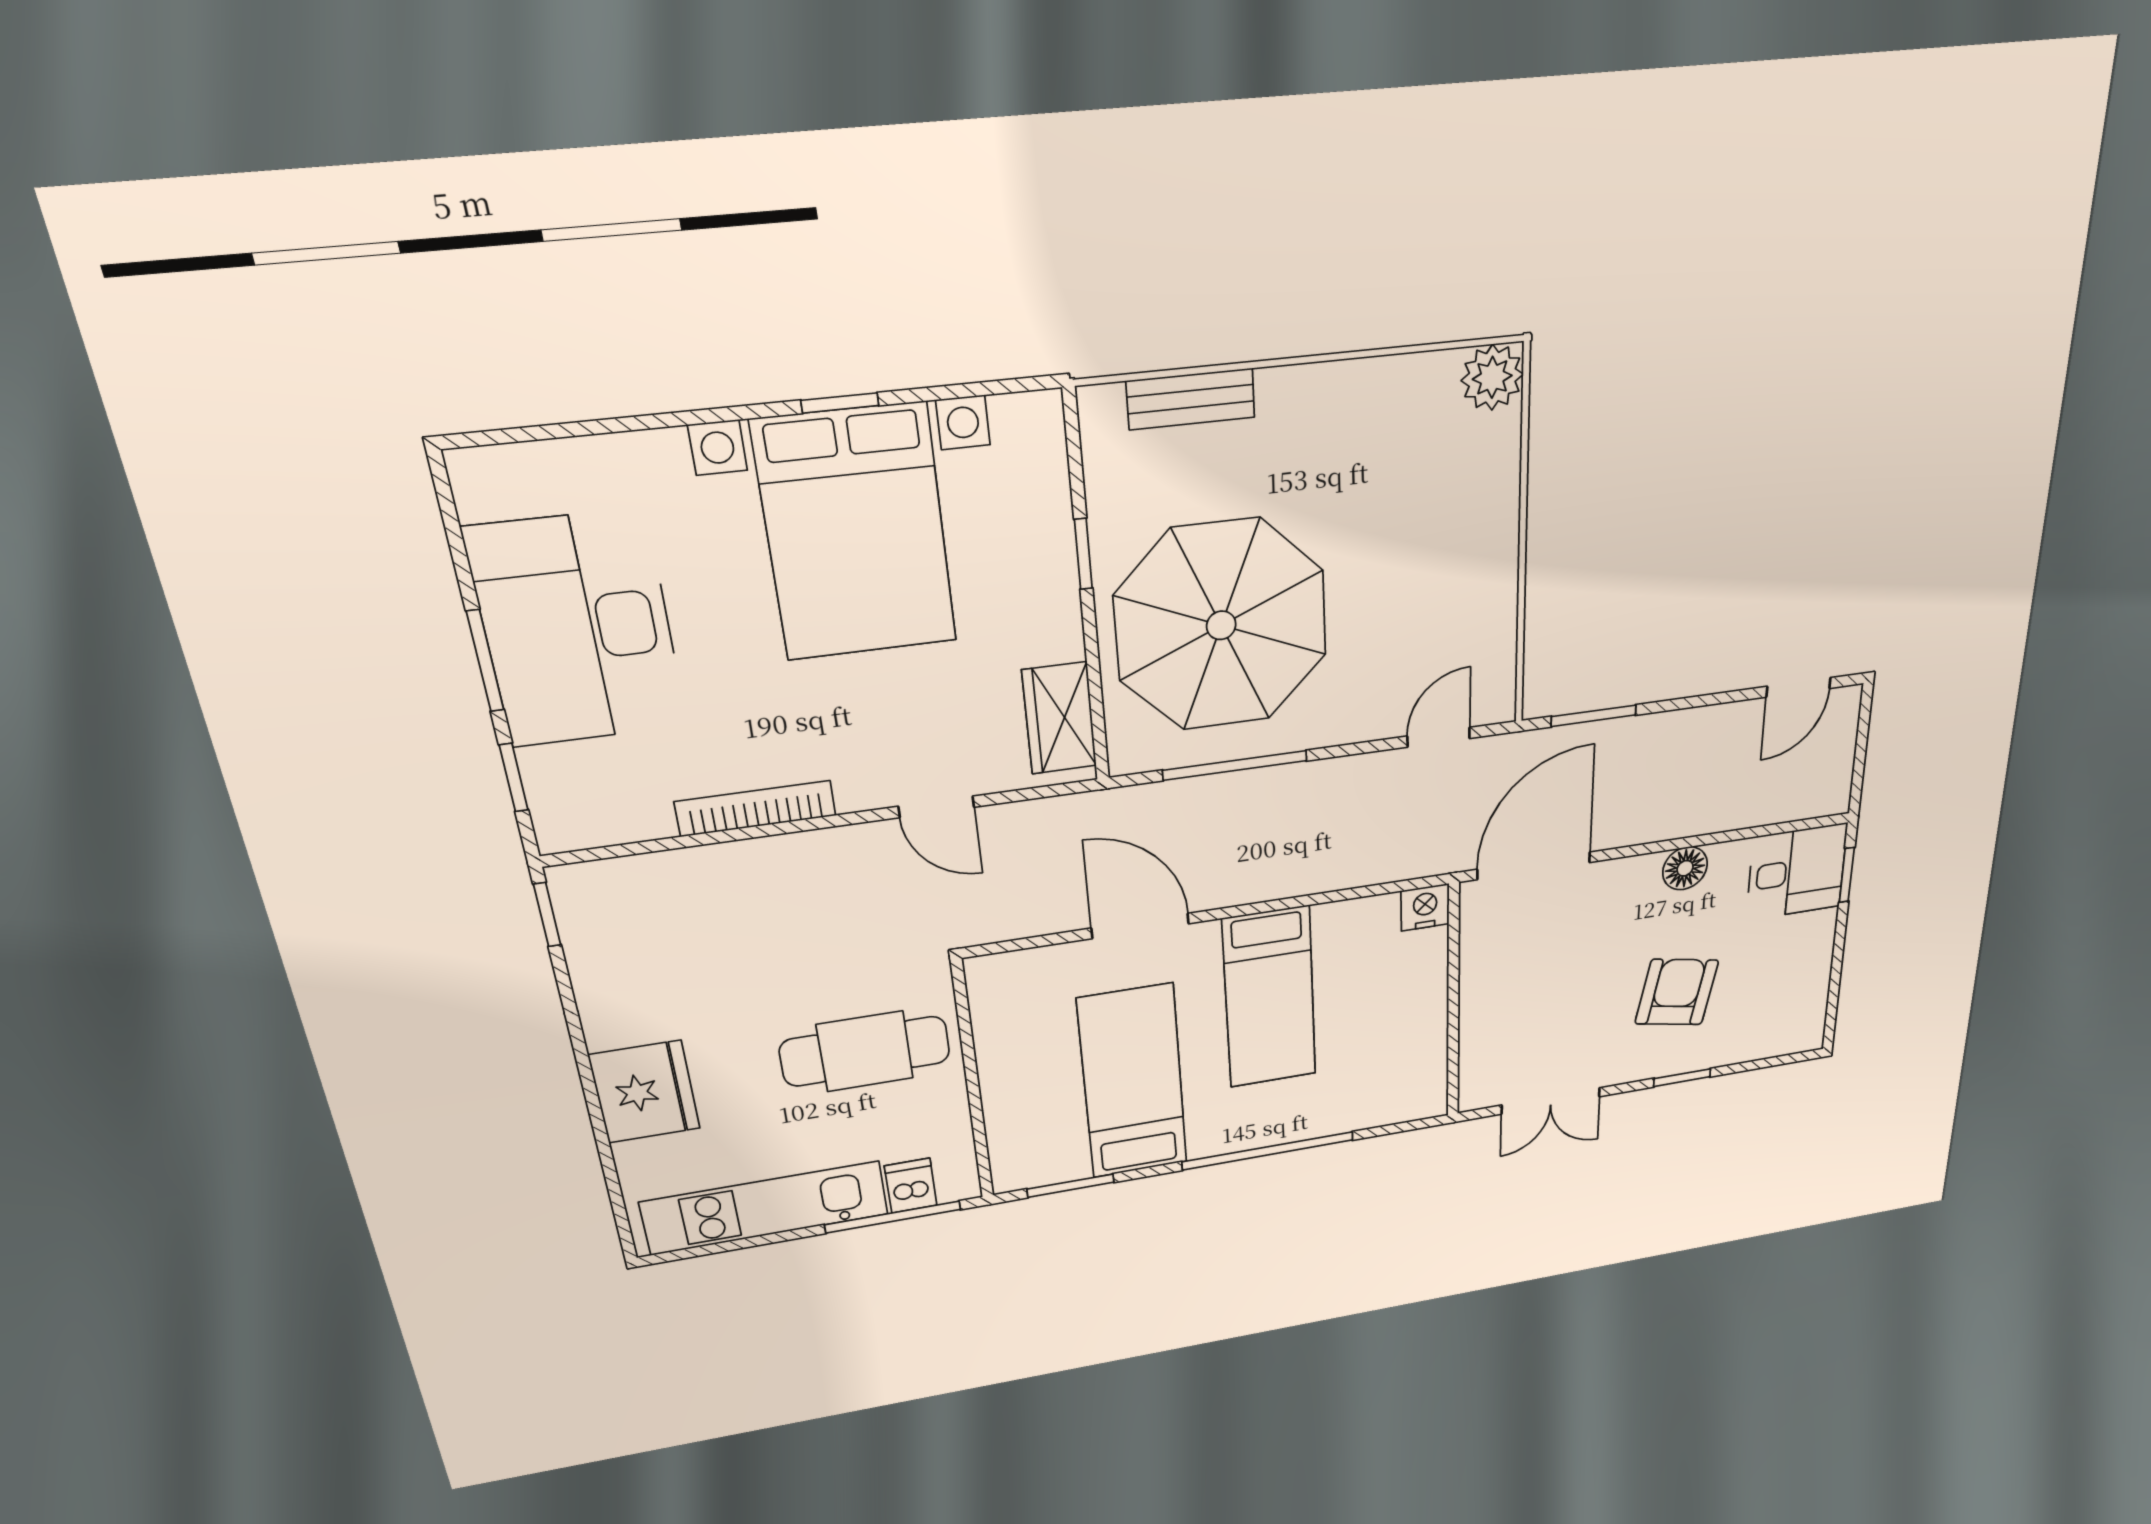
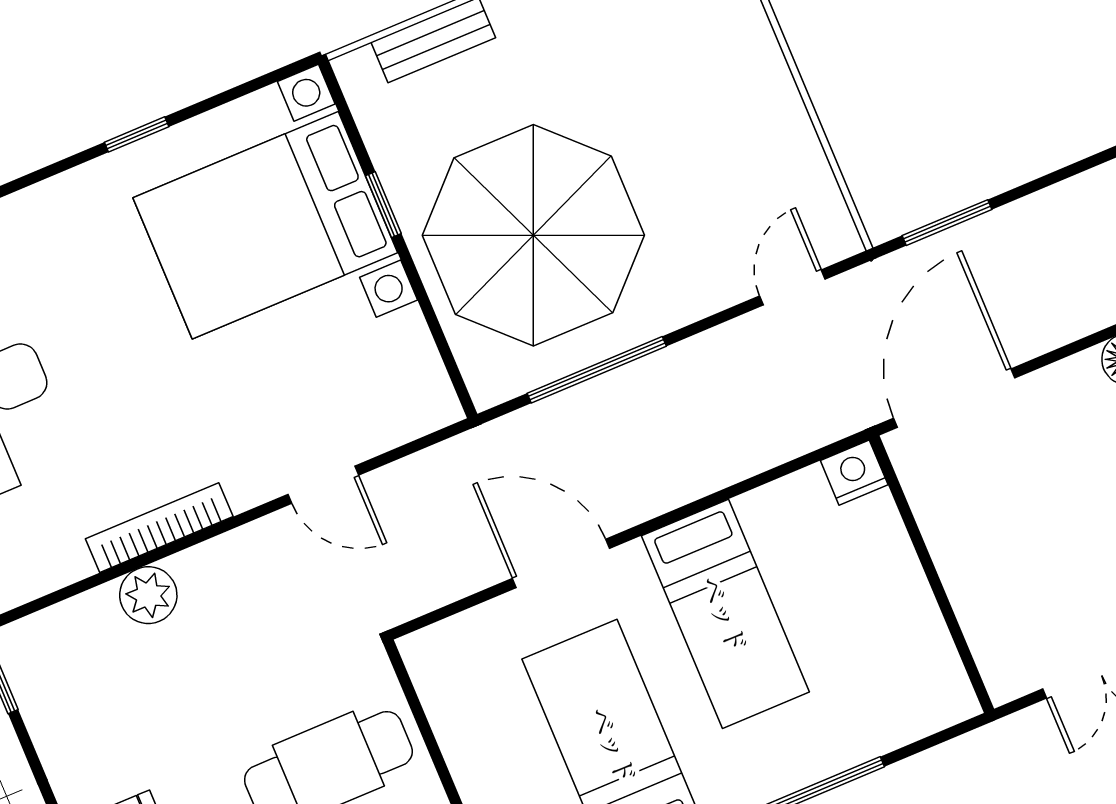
bed with nightstands: (856, 533) -> (265, 225), moved, turned 90
wardrobe: (1059, 718) -> (411, 366), removed
plant: (727, 868) -> (148, 595), added

